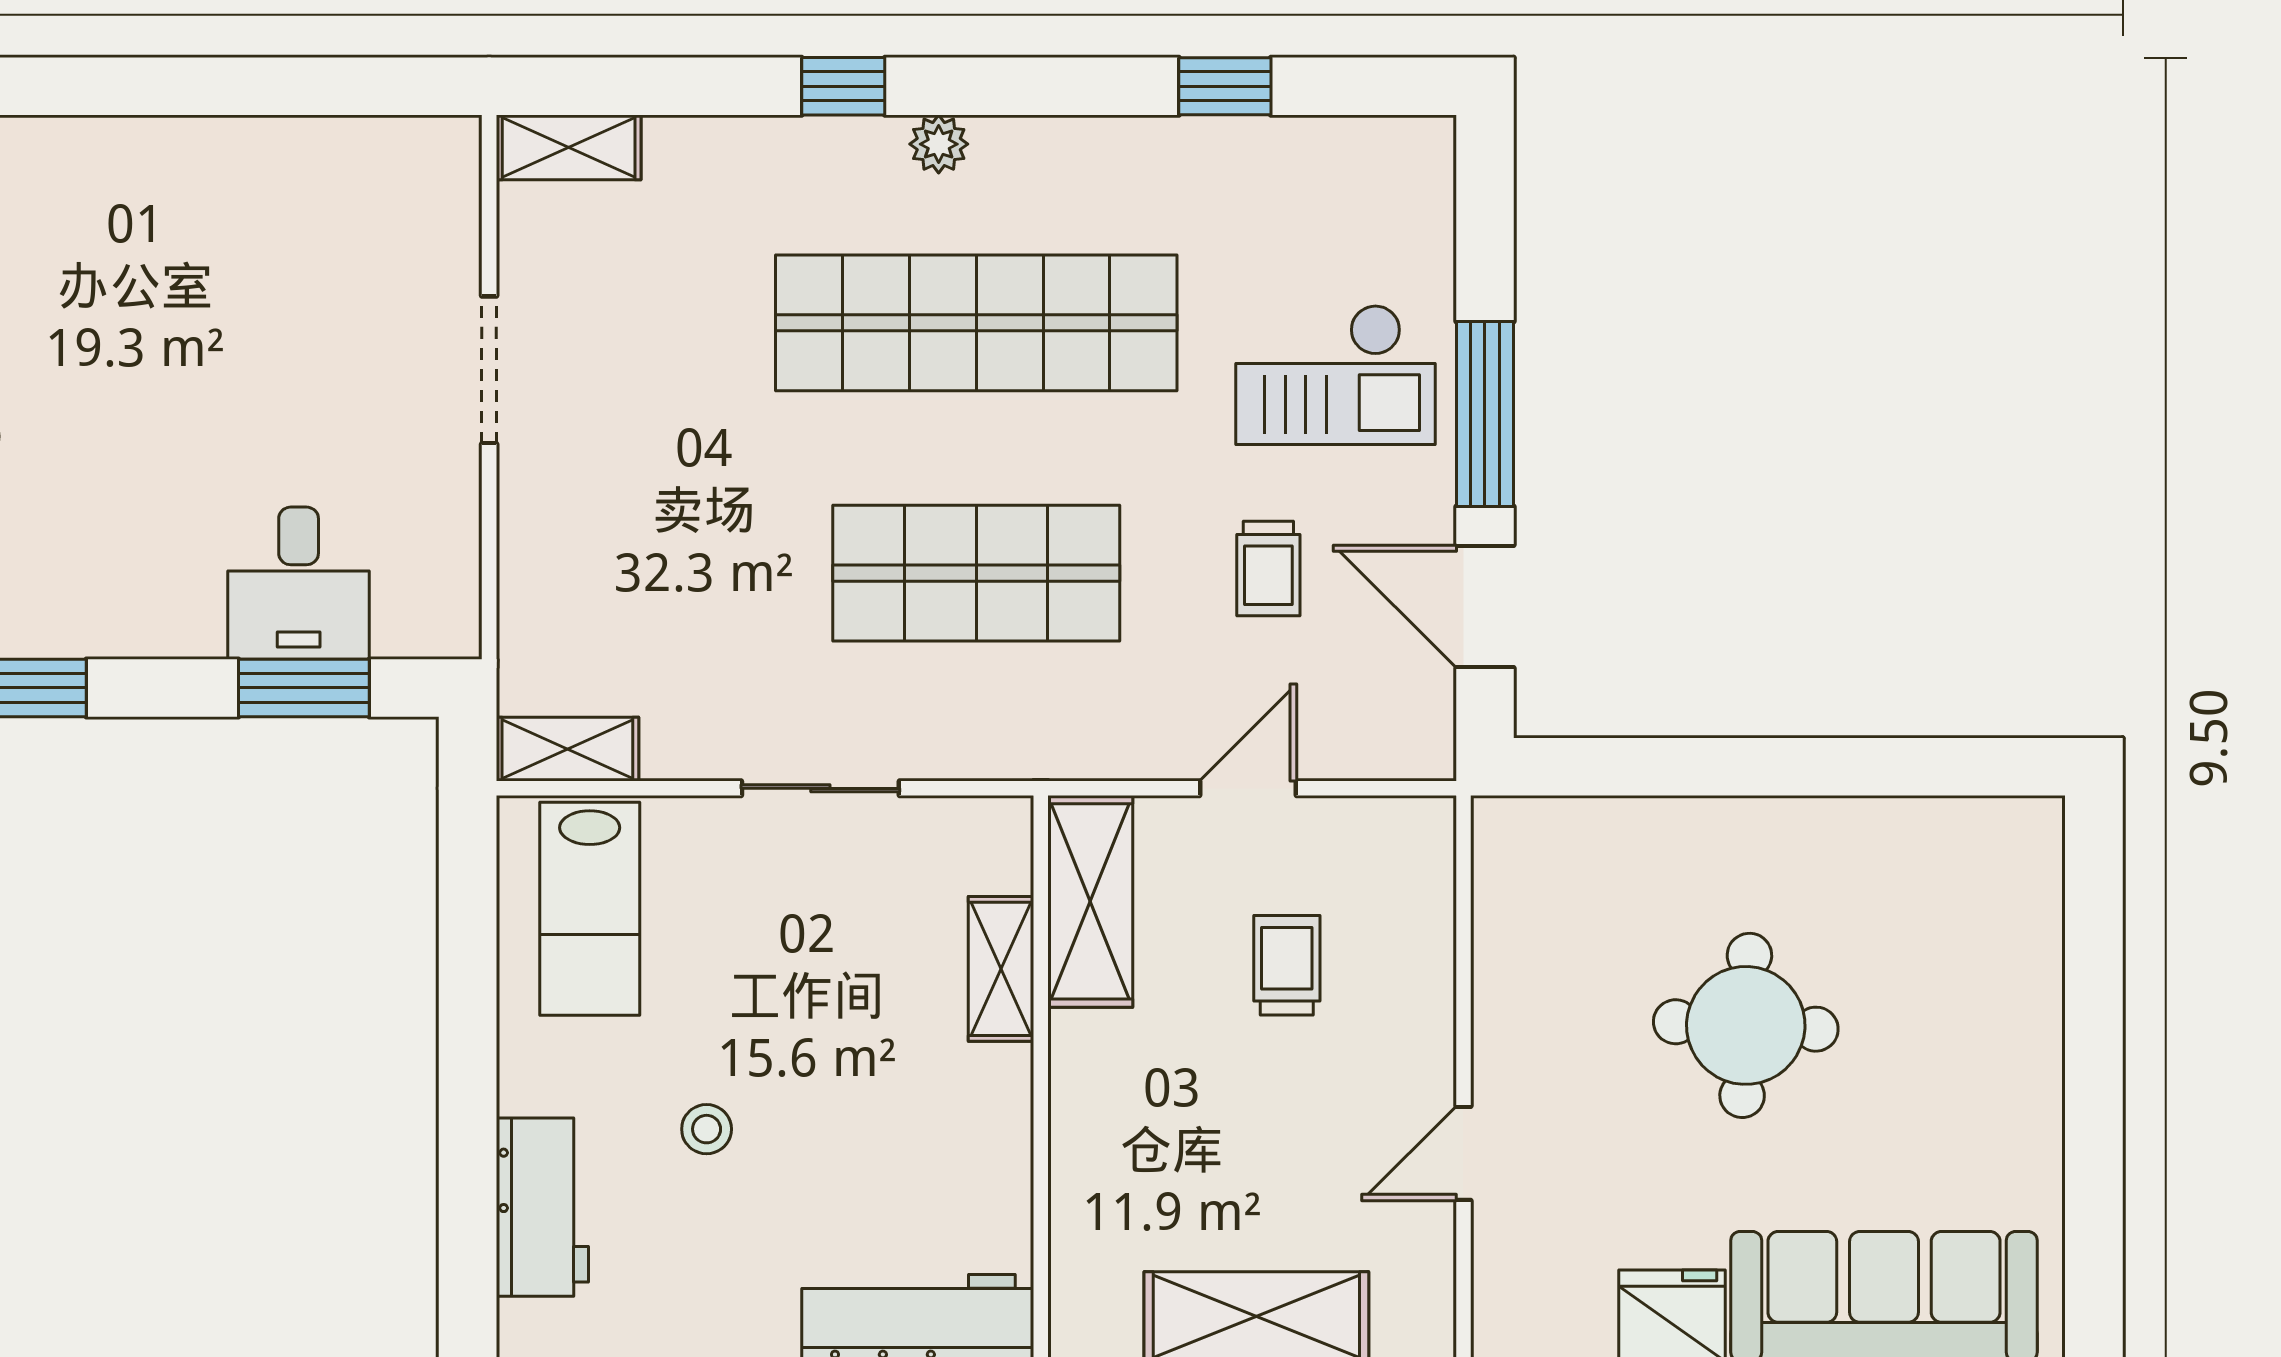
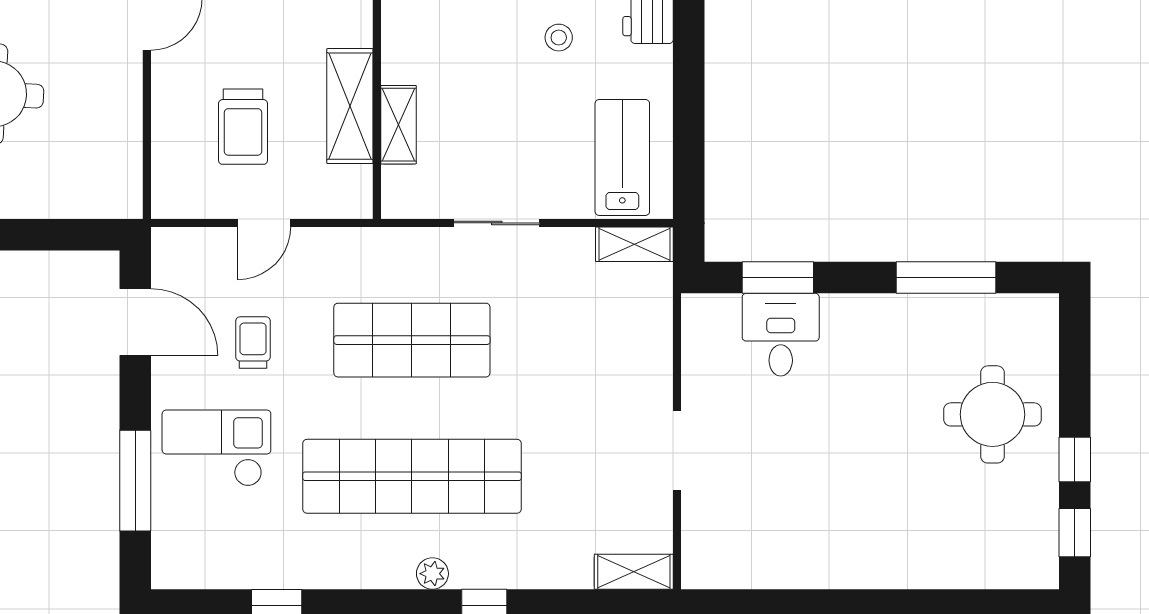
window: (1485, 414) -> (135, 481), moved
shelving: (1090, 901) -> (350, 106), moved
trolley: (1287, 965) -> (243, 127), width x1.36, depth x1.39

